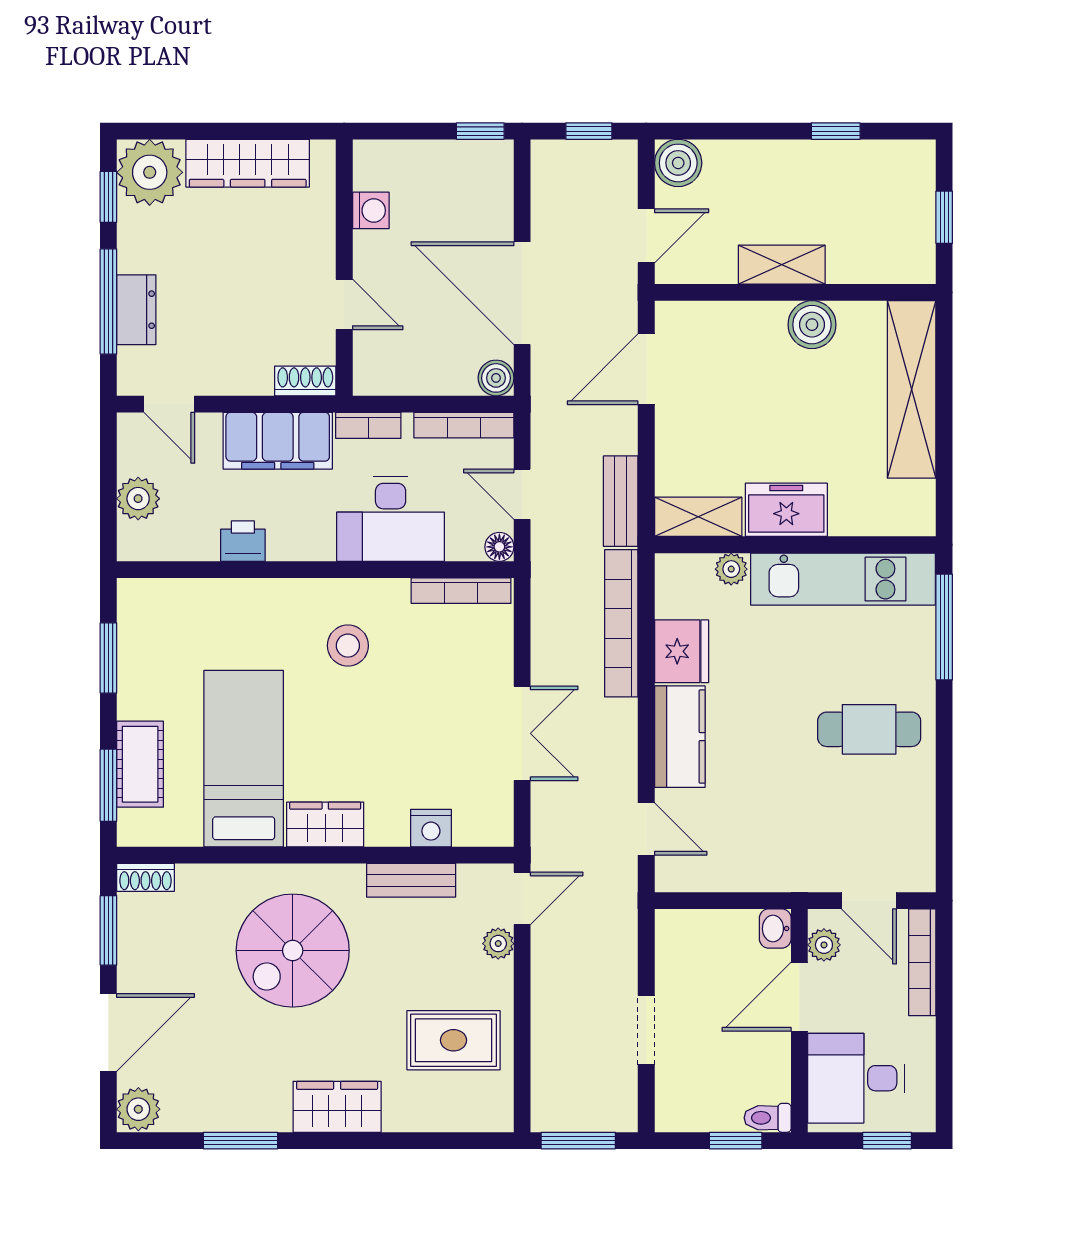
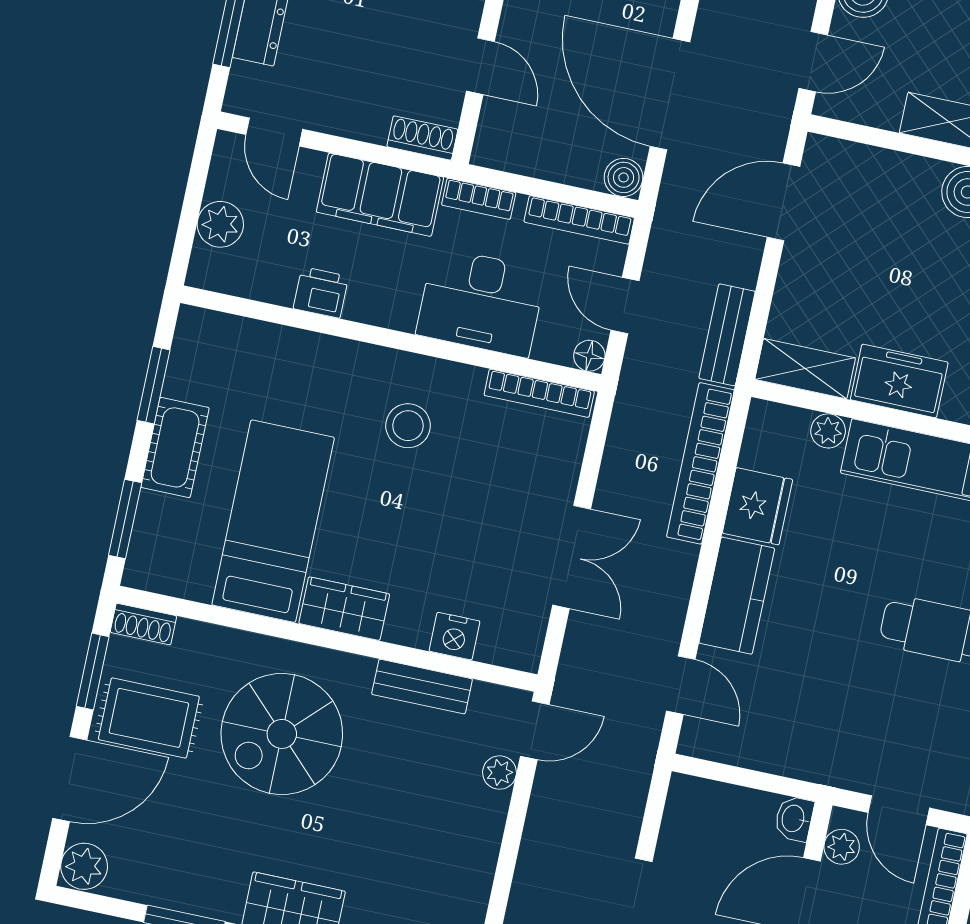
cot: (140, 764) -> (175, 447), moved
rug: (453, 1040) -> (149, 718), moved

